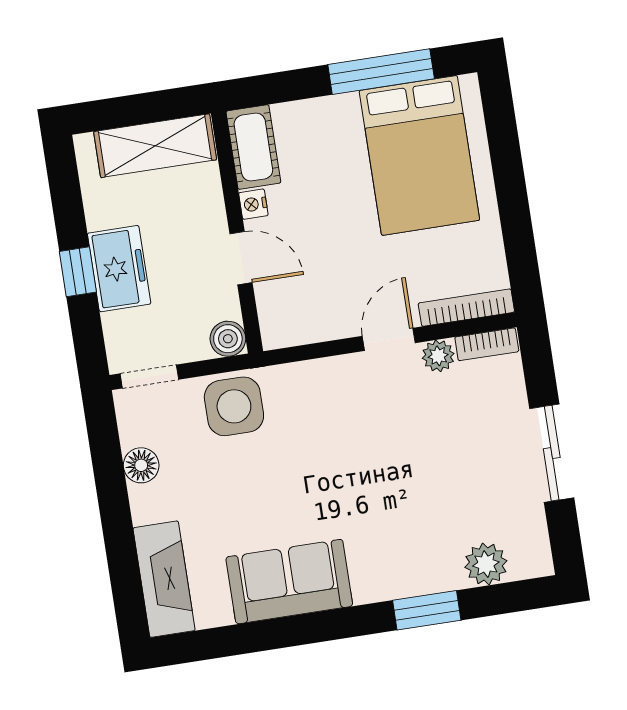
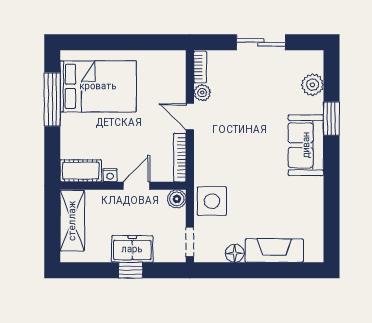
bookcase: (466, 308) -> (180, 158), moved
fireplace: (164, 579) -> (274, 251), moved
sofa: (289, 582) -> (306, 145), moved

